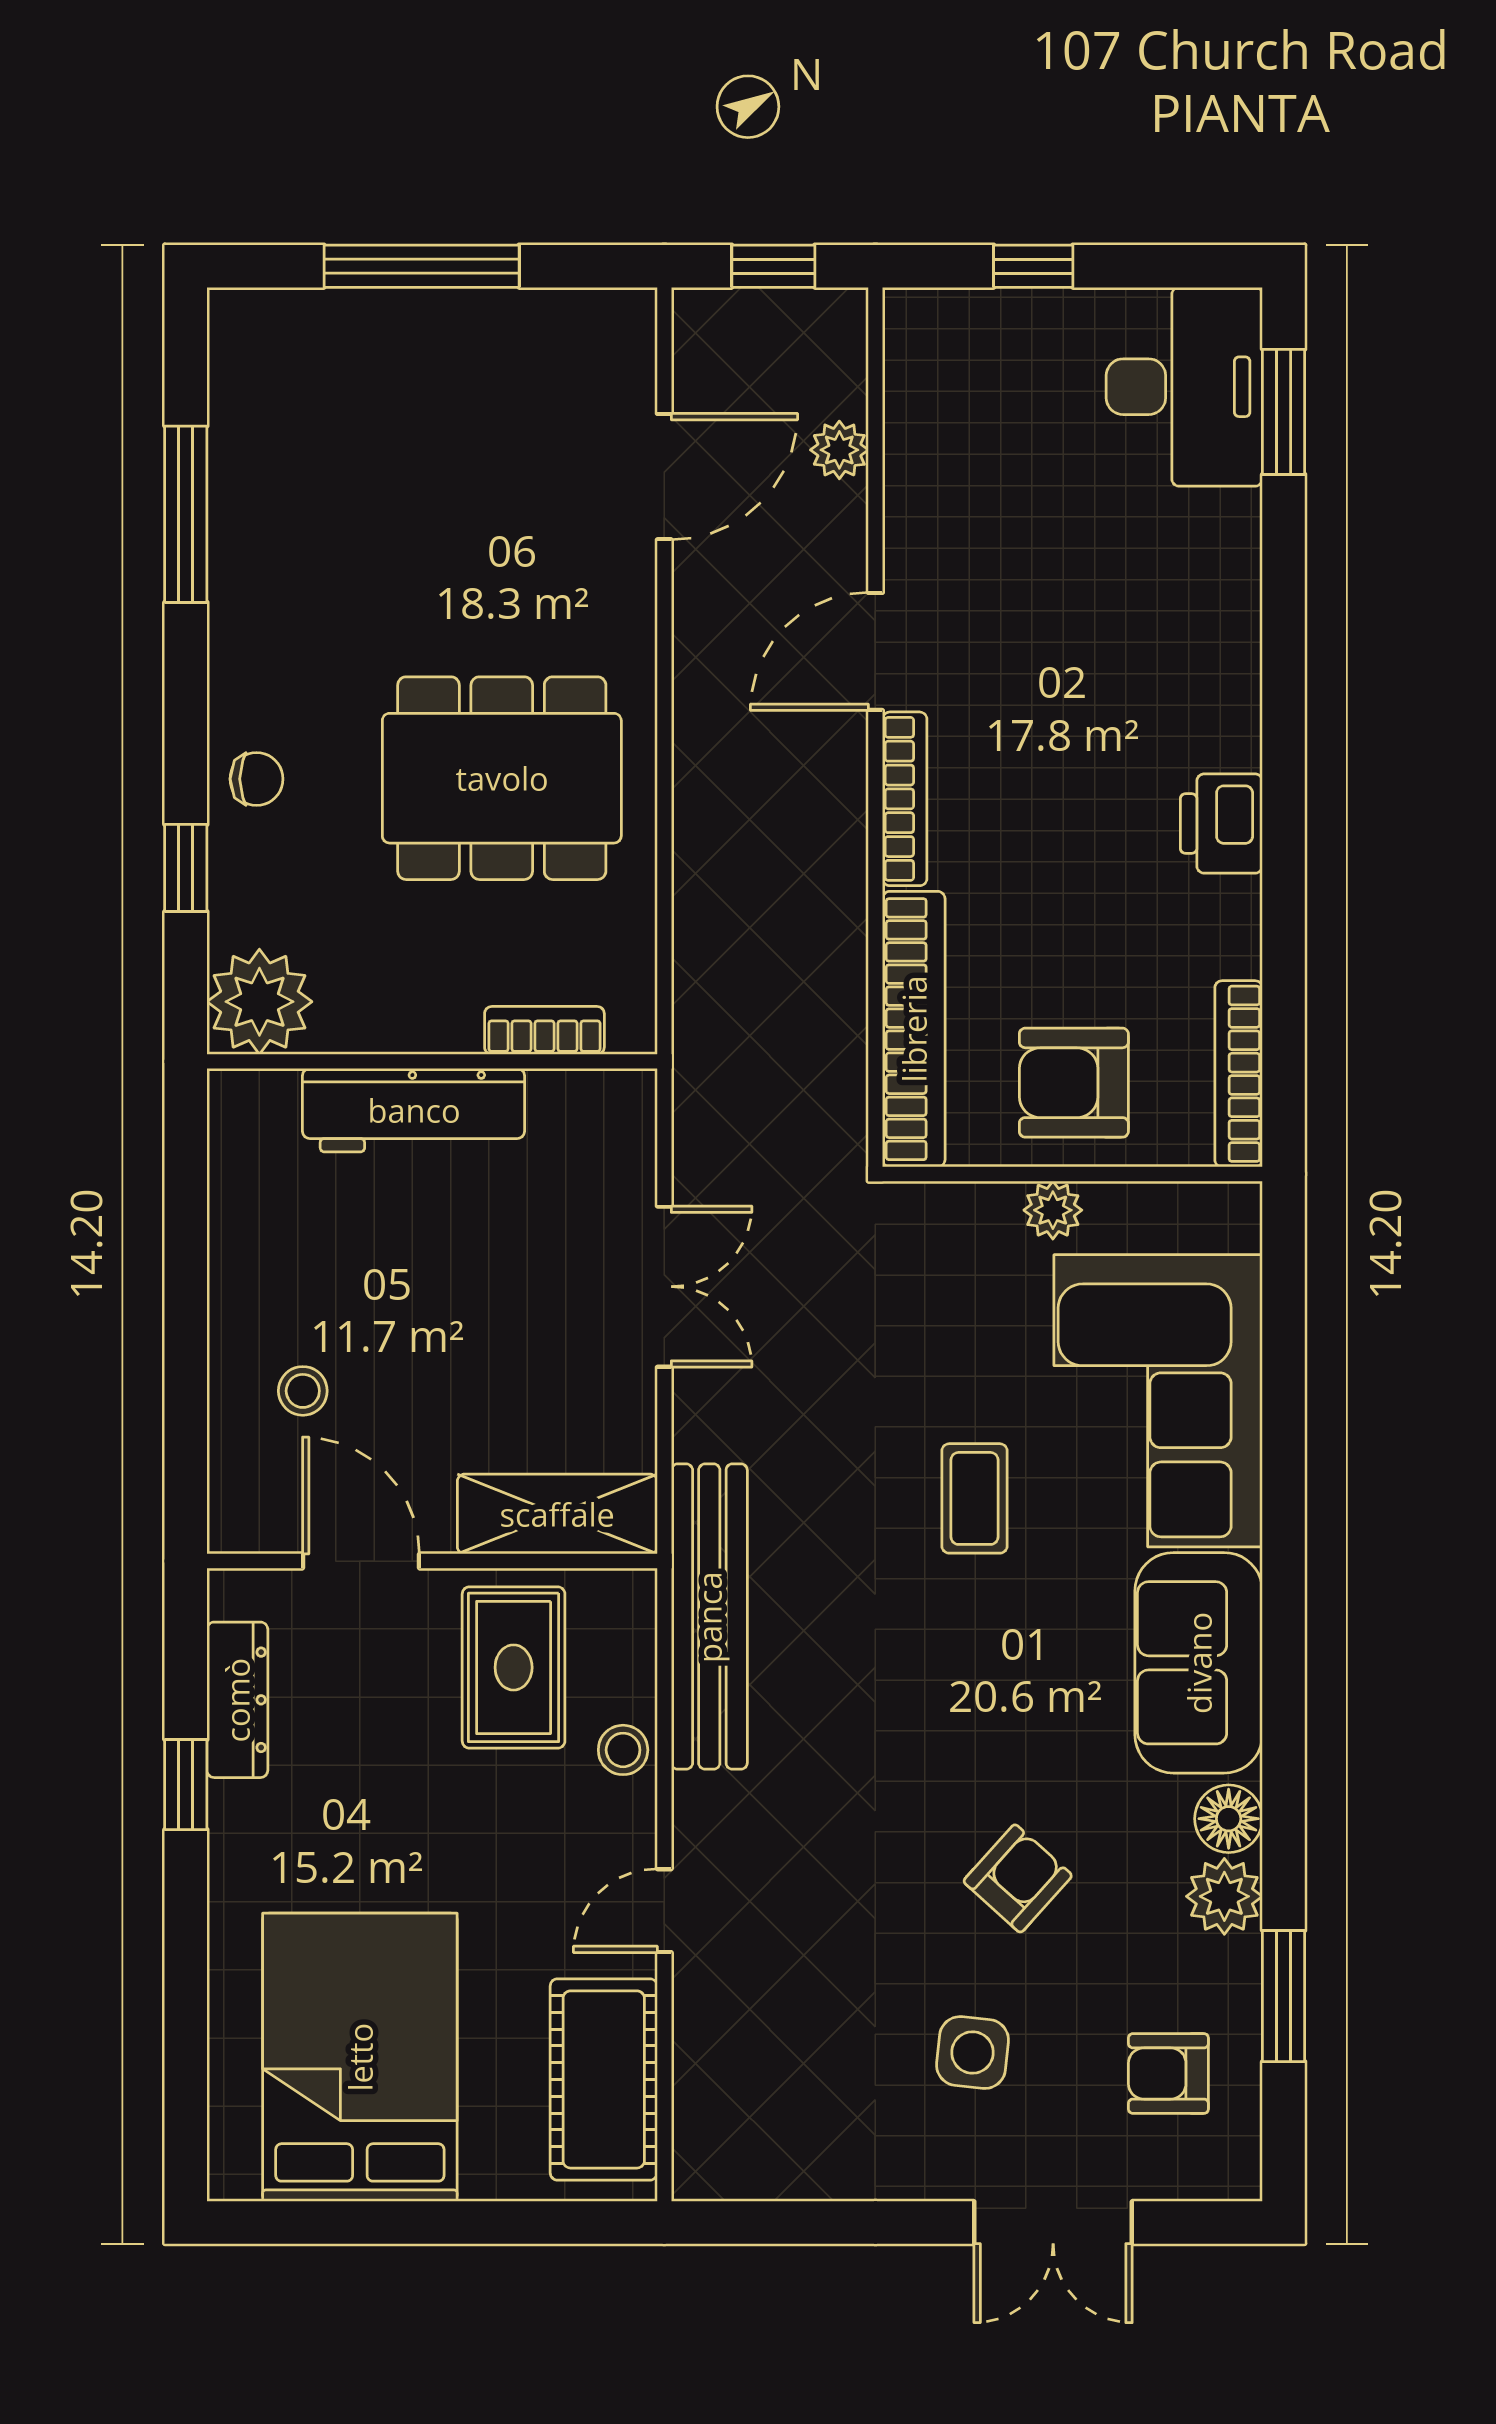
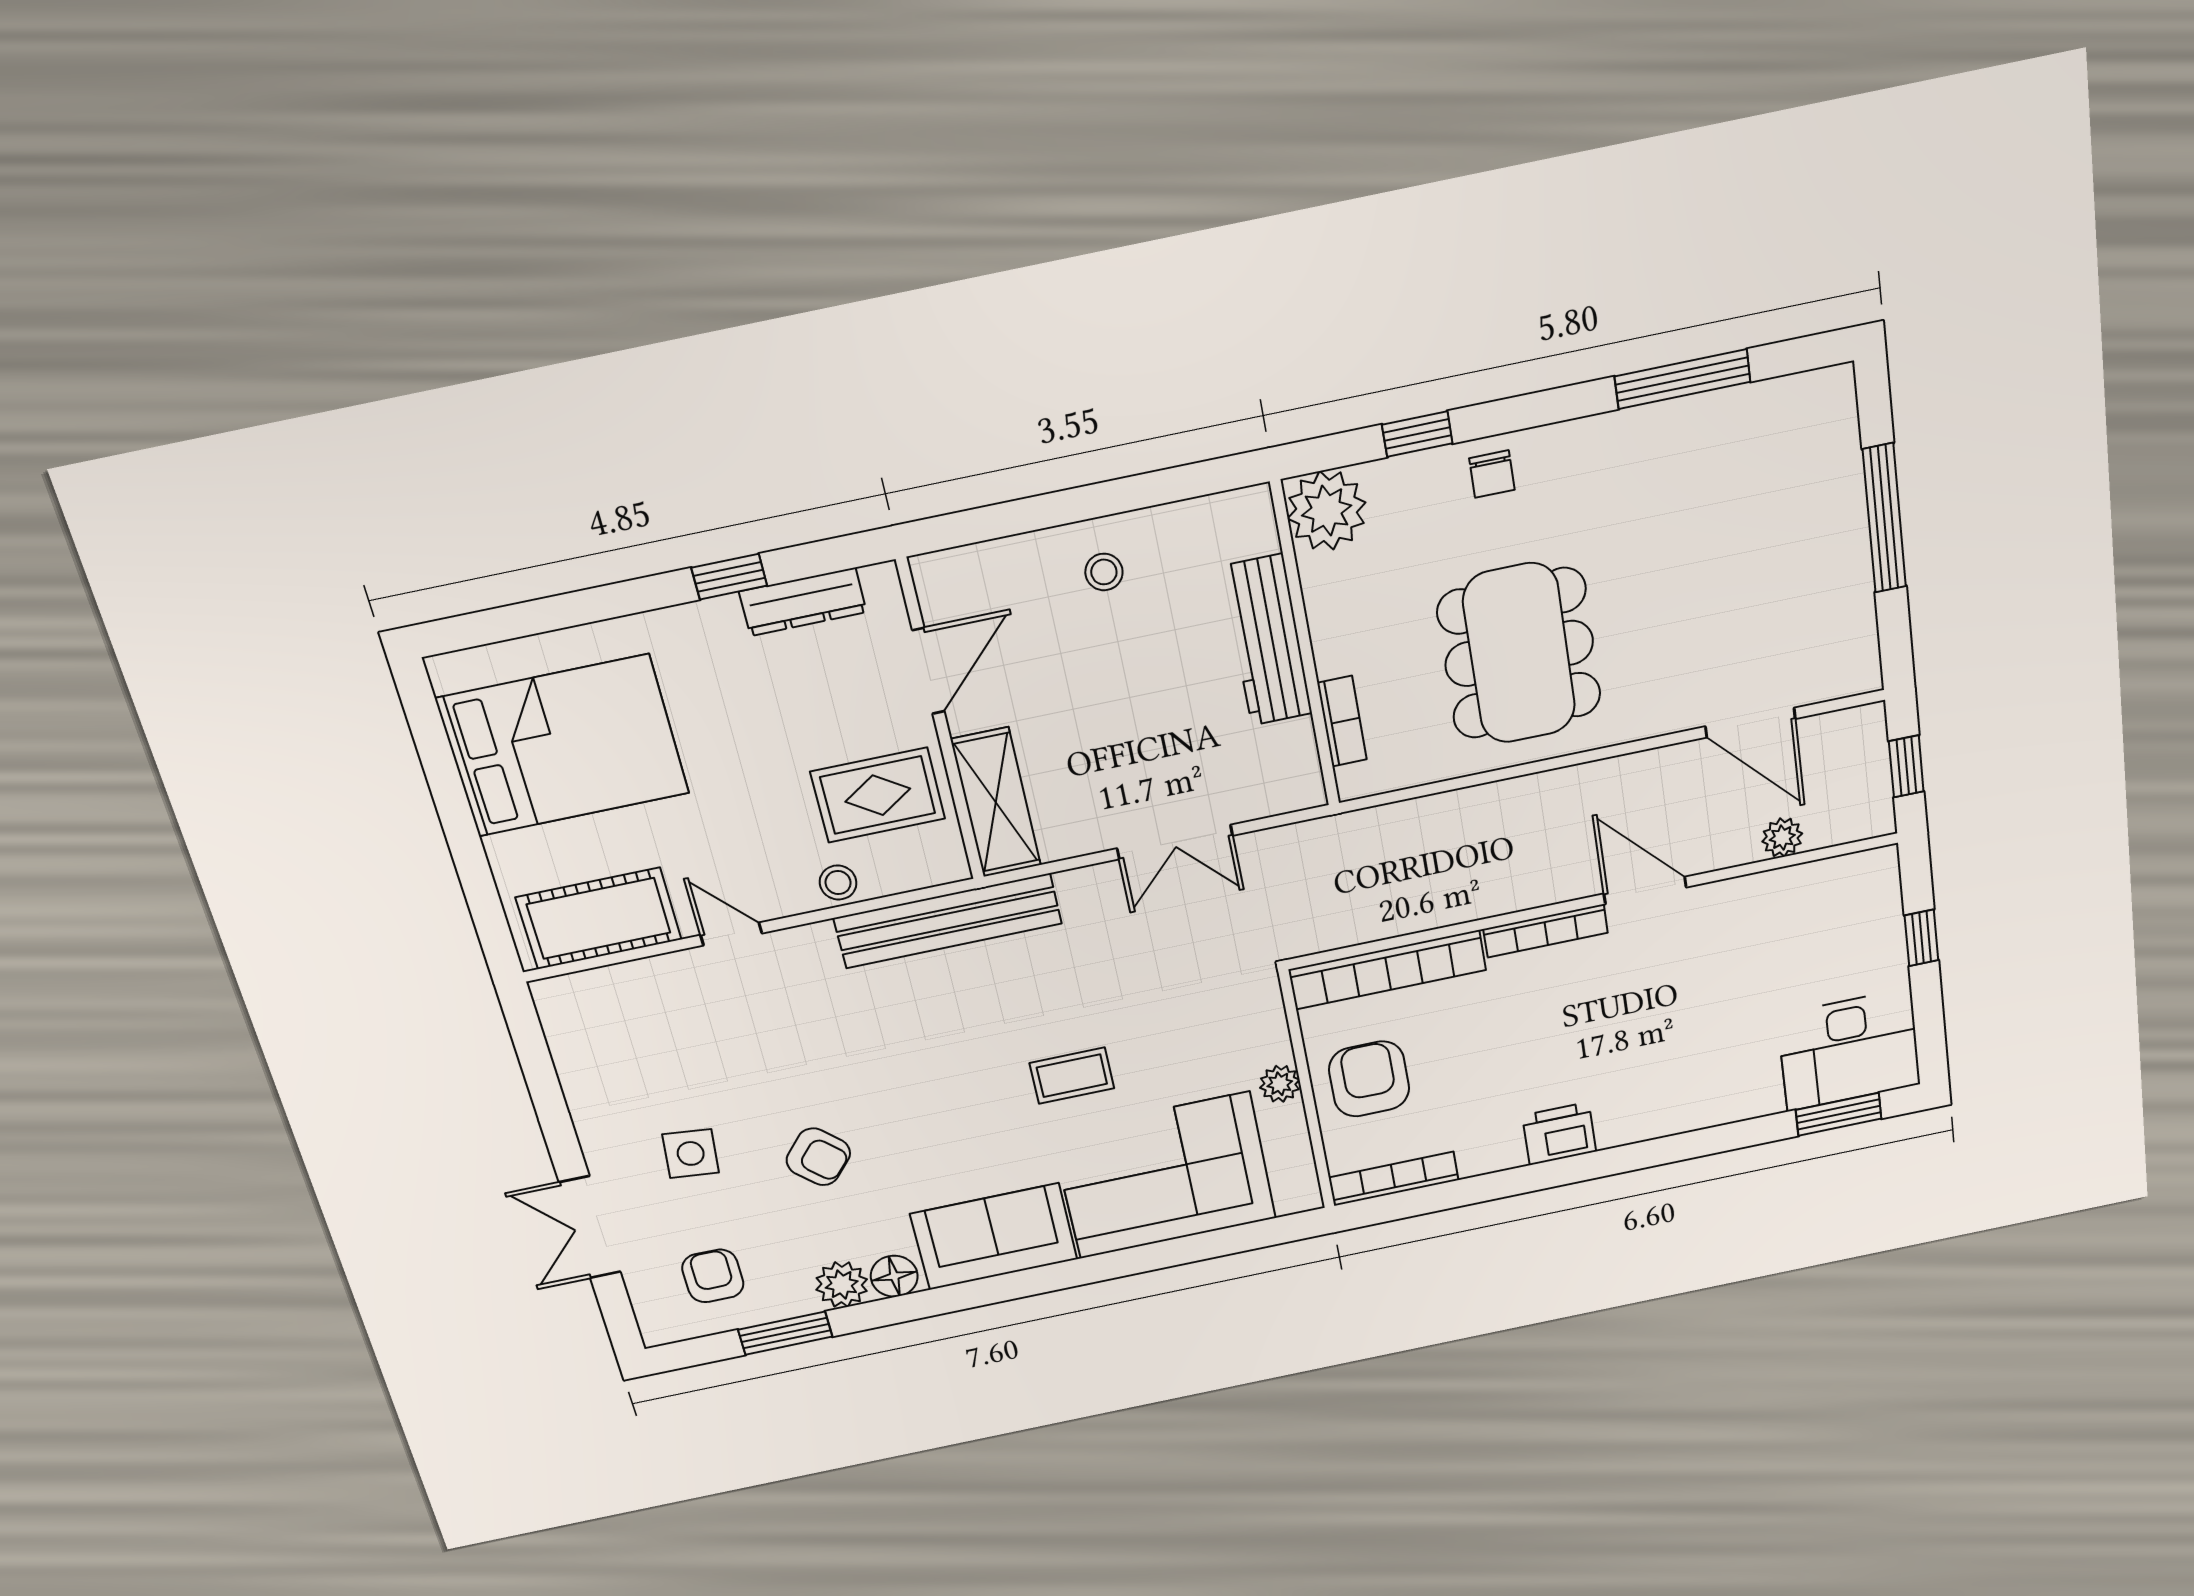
stool: (303, 1391) -> (1104, 572), moved

